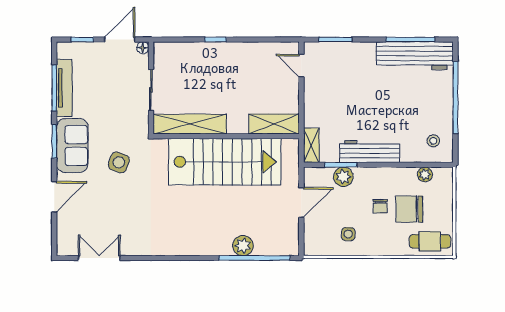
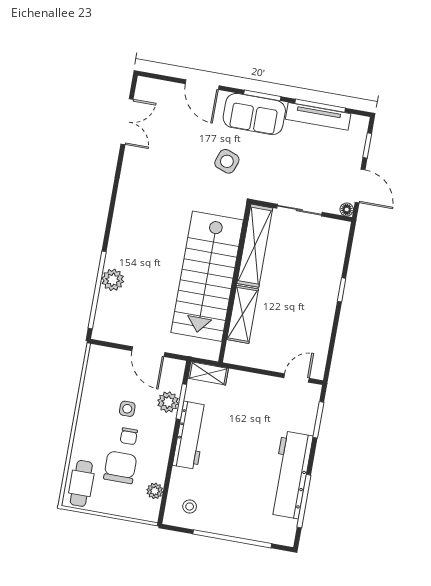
workbench: (415, 56) -> (291, 475), moved
shelving: (274, 124) -> (243, 314), moved
chair: (380, 206) -> (129, 436), turned -90
side table: (348, 234) -> (127, 409), moved

